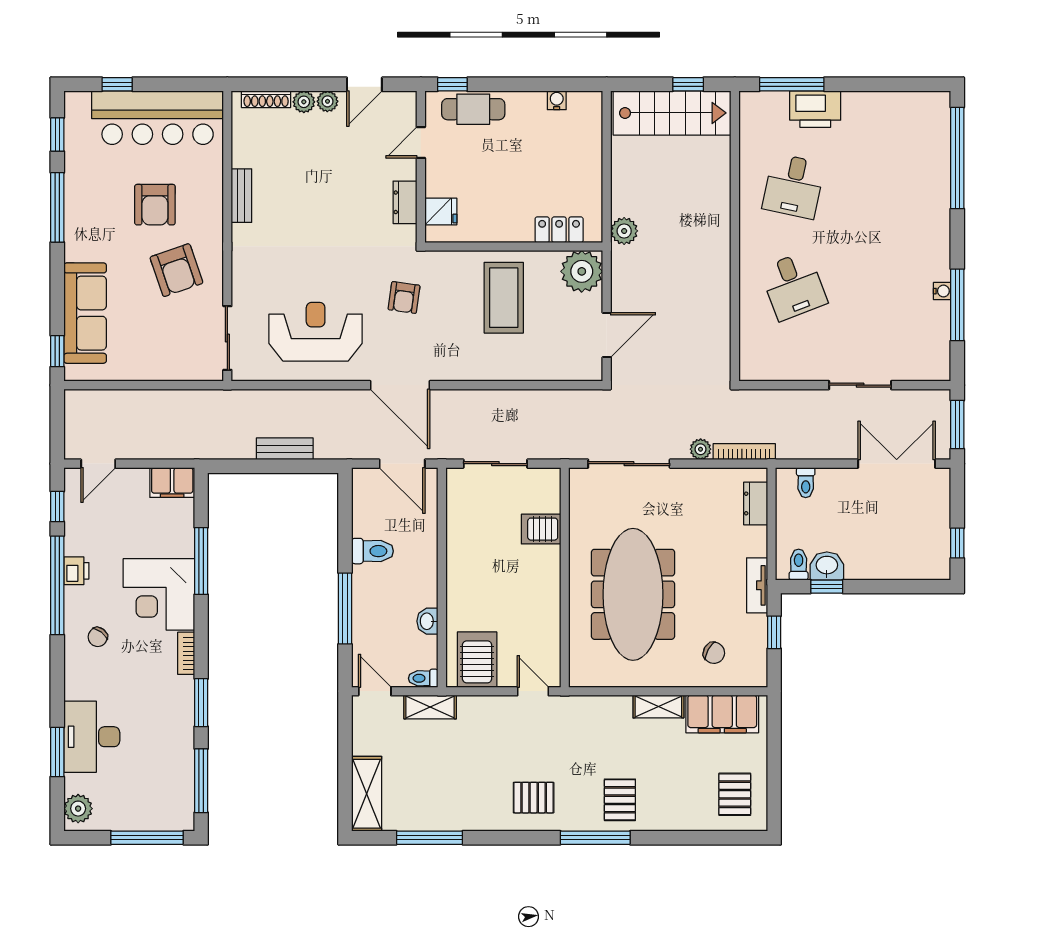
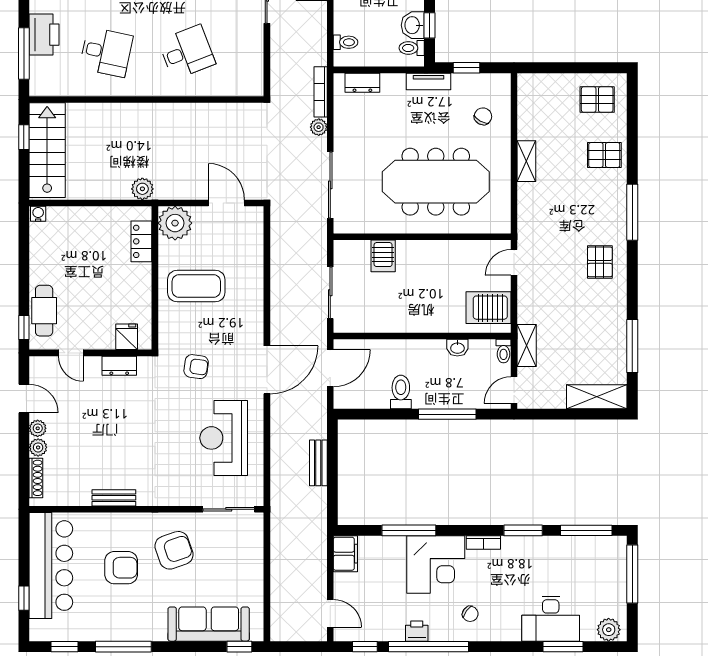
water cooler: (557, 100) -> (38, 214), moved, turned 90
filing cabinet: (722, 714) -> (532, 110), removed
pallet: (620, 800) -> (604, 155), moved

